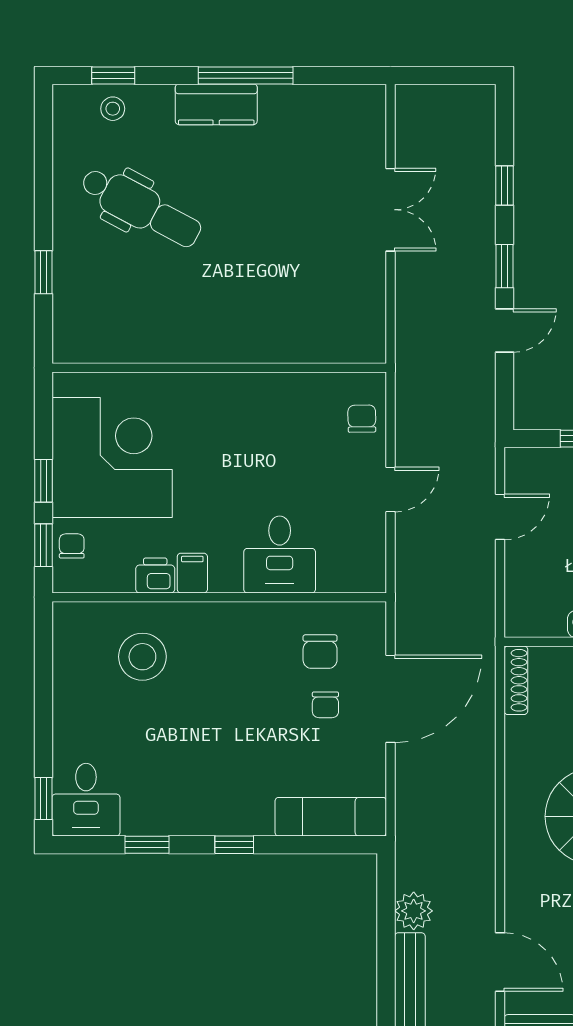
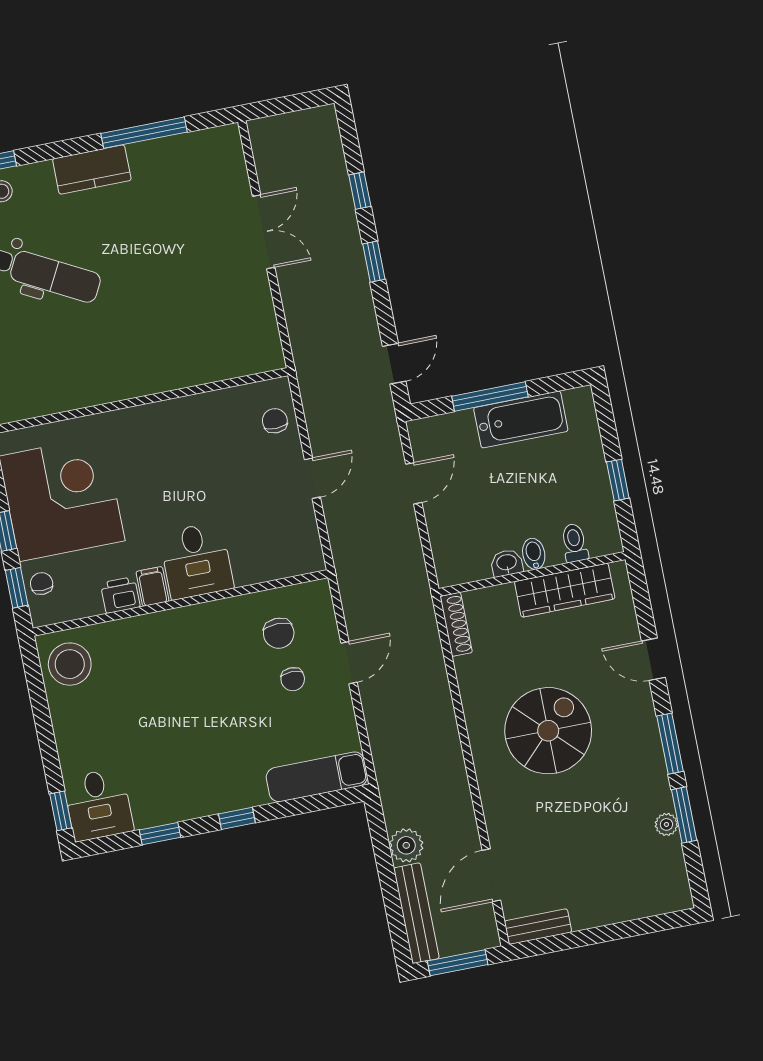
window: (246, 76) -> (144, 133), moved
door: (505, 331) -> (394, 364), moved
desk: (280, 554) -> (196, 561), moved
stool: (142, 657) -> (70, 664), moved
door: (390, 699) -> (349, 663), width x0.53
door: (500, 962) -> (491, 875), swing flipped

